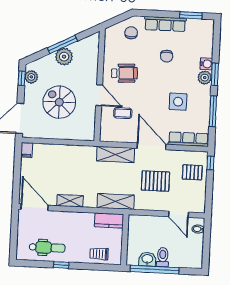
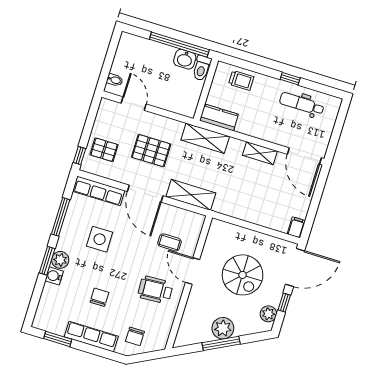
window: (22, 78) -> (284, 303), moved
toilet: (163, 257) -> (202, 68), moved

